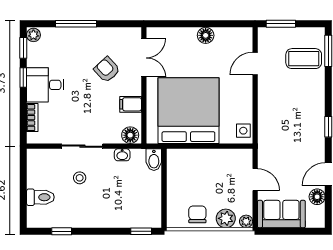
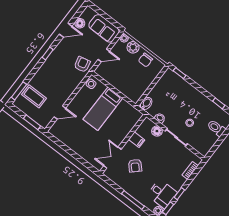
floor lamp: (206, 35) -> (73, 145), removed
desk: (45, 85) -> (162, 194), moved
bed: (188, 111) -> (103, 109), width x0.49
floor lamp: (130, 135) -> (157, 131), moved
armchair: (274, 147) -> (82, 64), added
door: (255, 180) -> (104, 55), swing flipped

